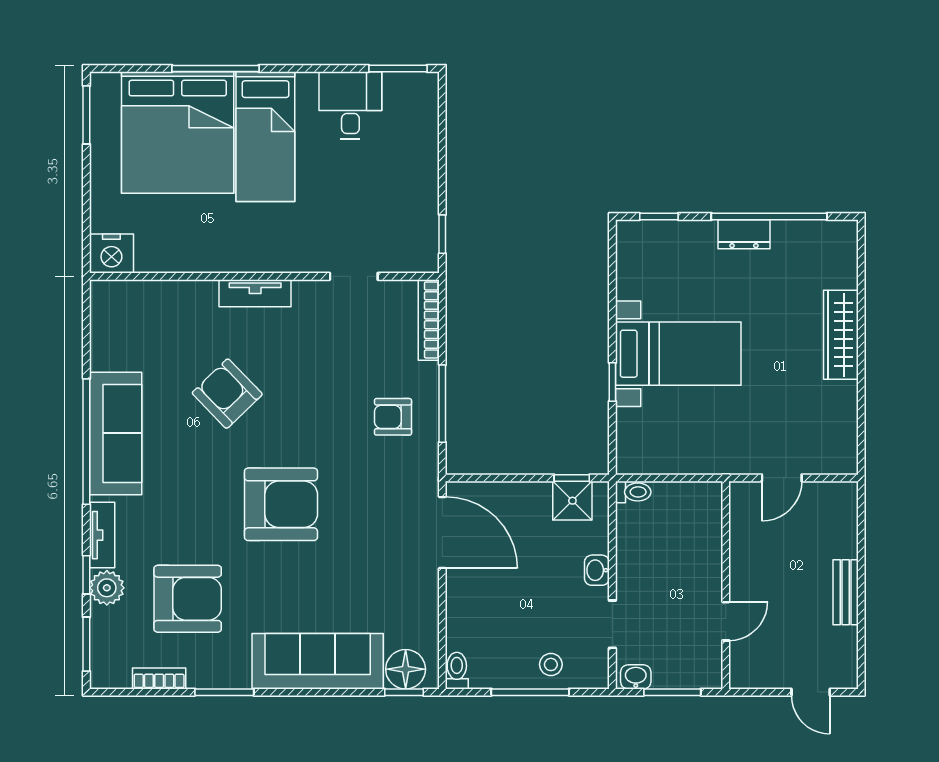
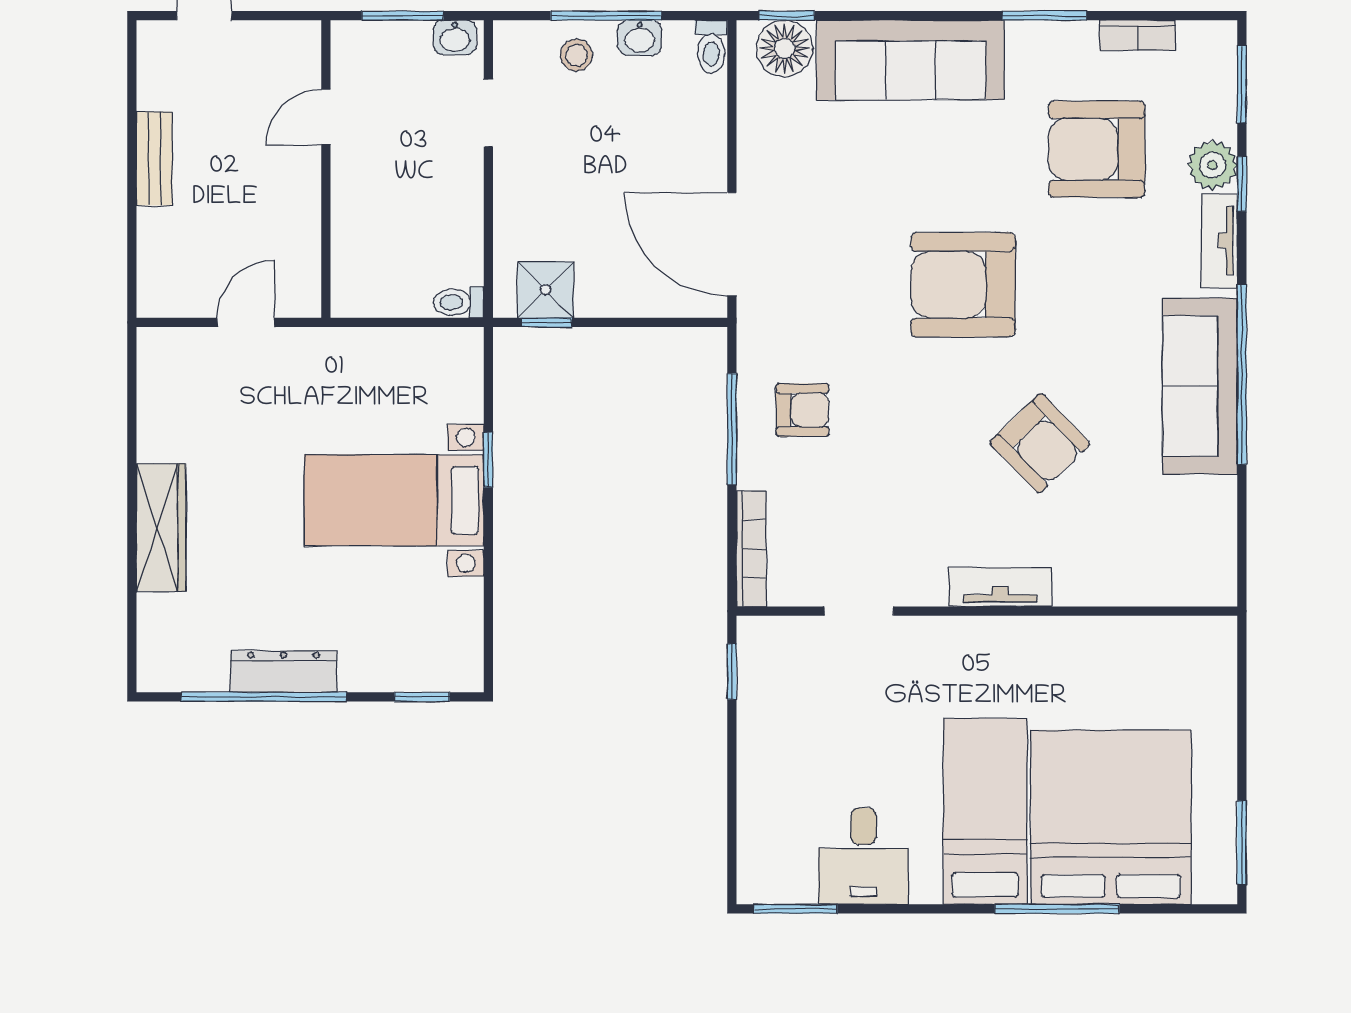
dresser: (744, 234) -> (284, 671), width x1.44
nightstand: (111, 254) -> (1206, 644), removed
washbasin: (597, 570) -> (640, 38), moved, turned 90

